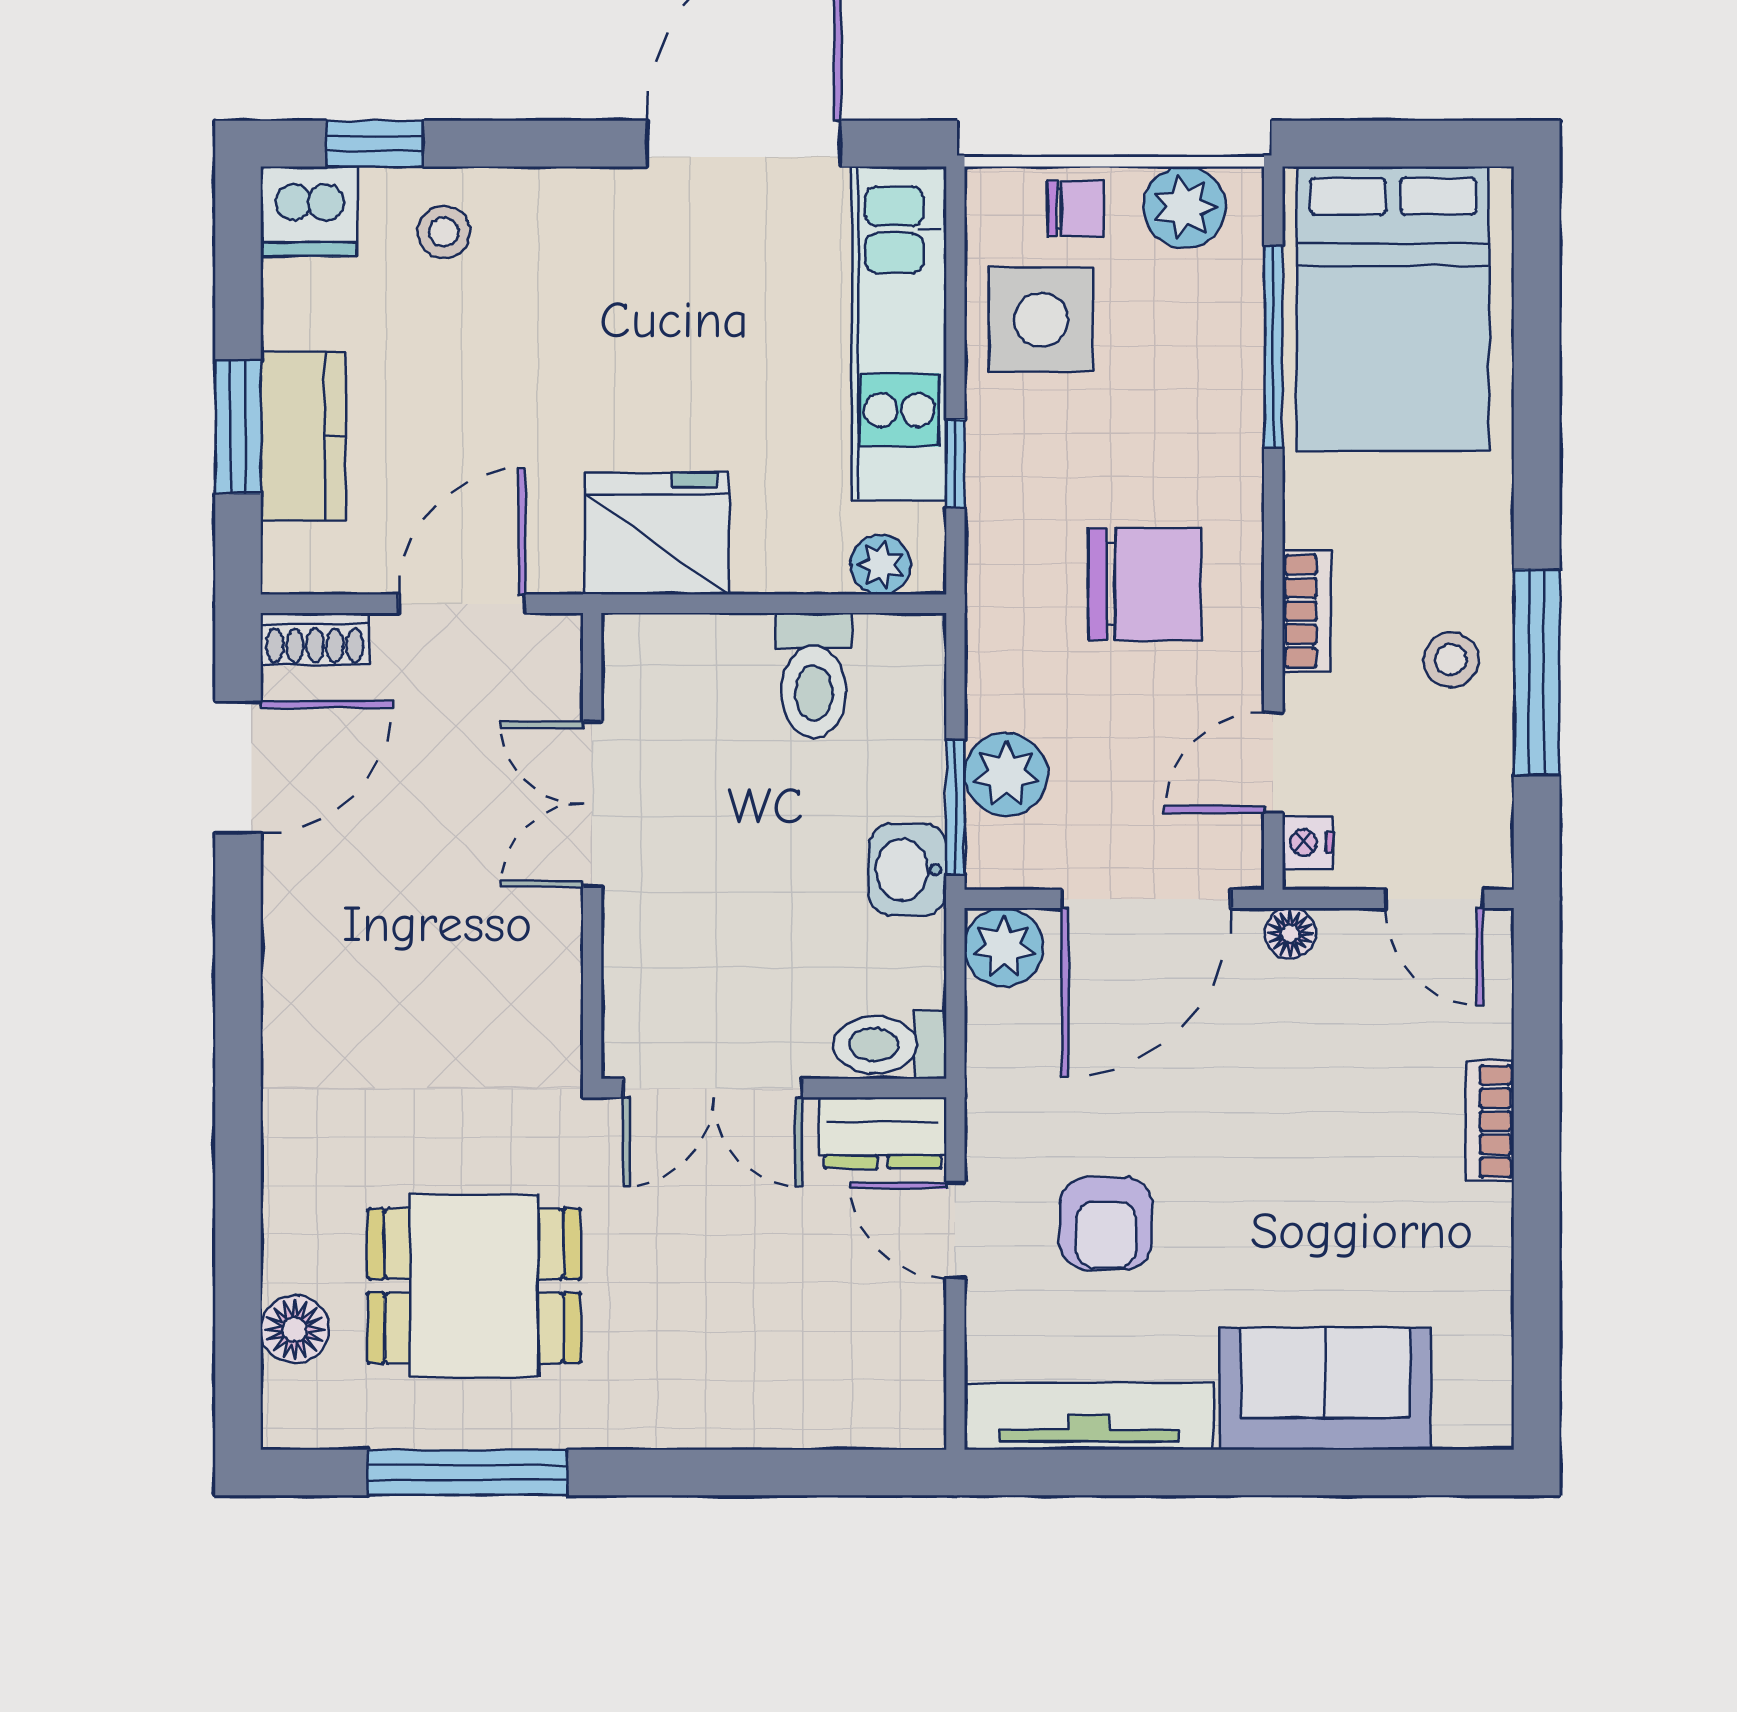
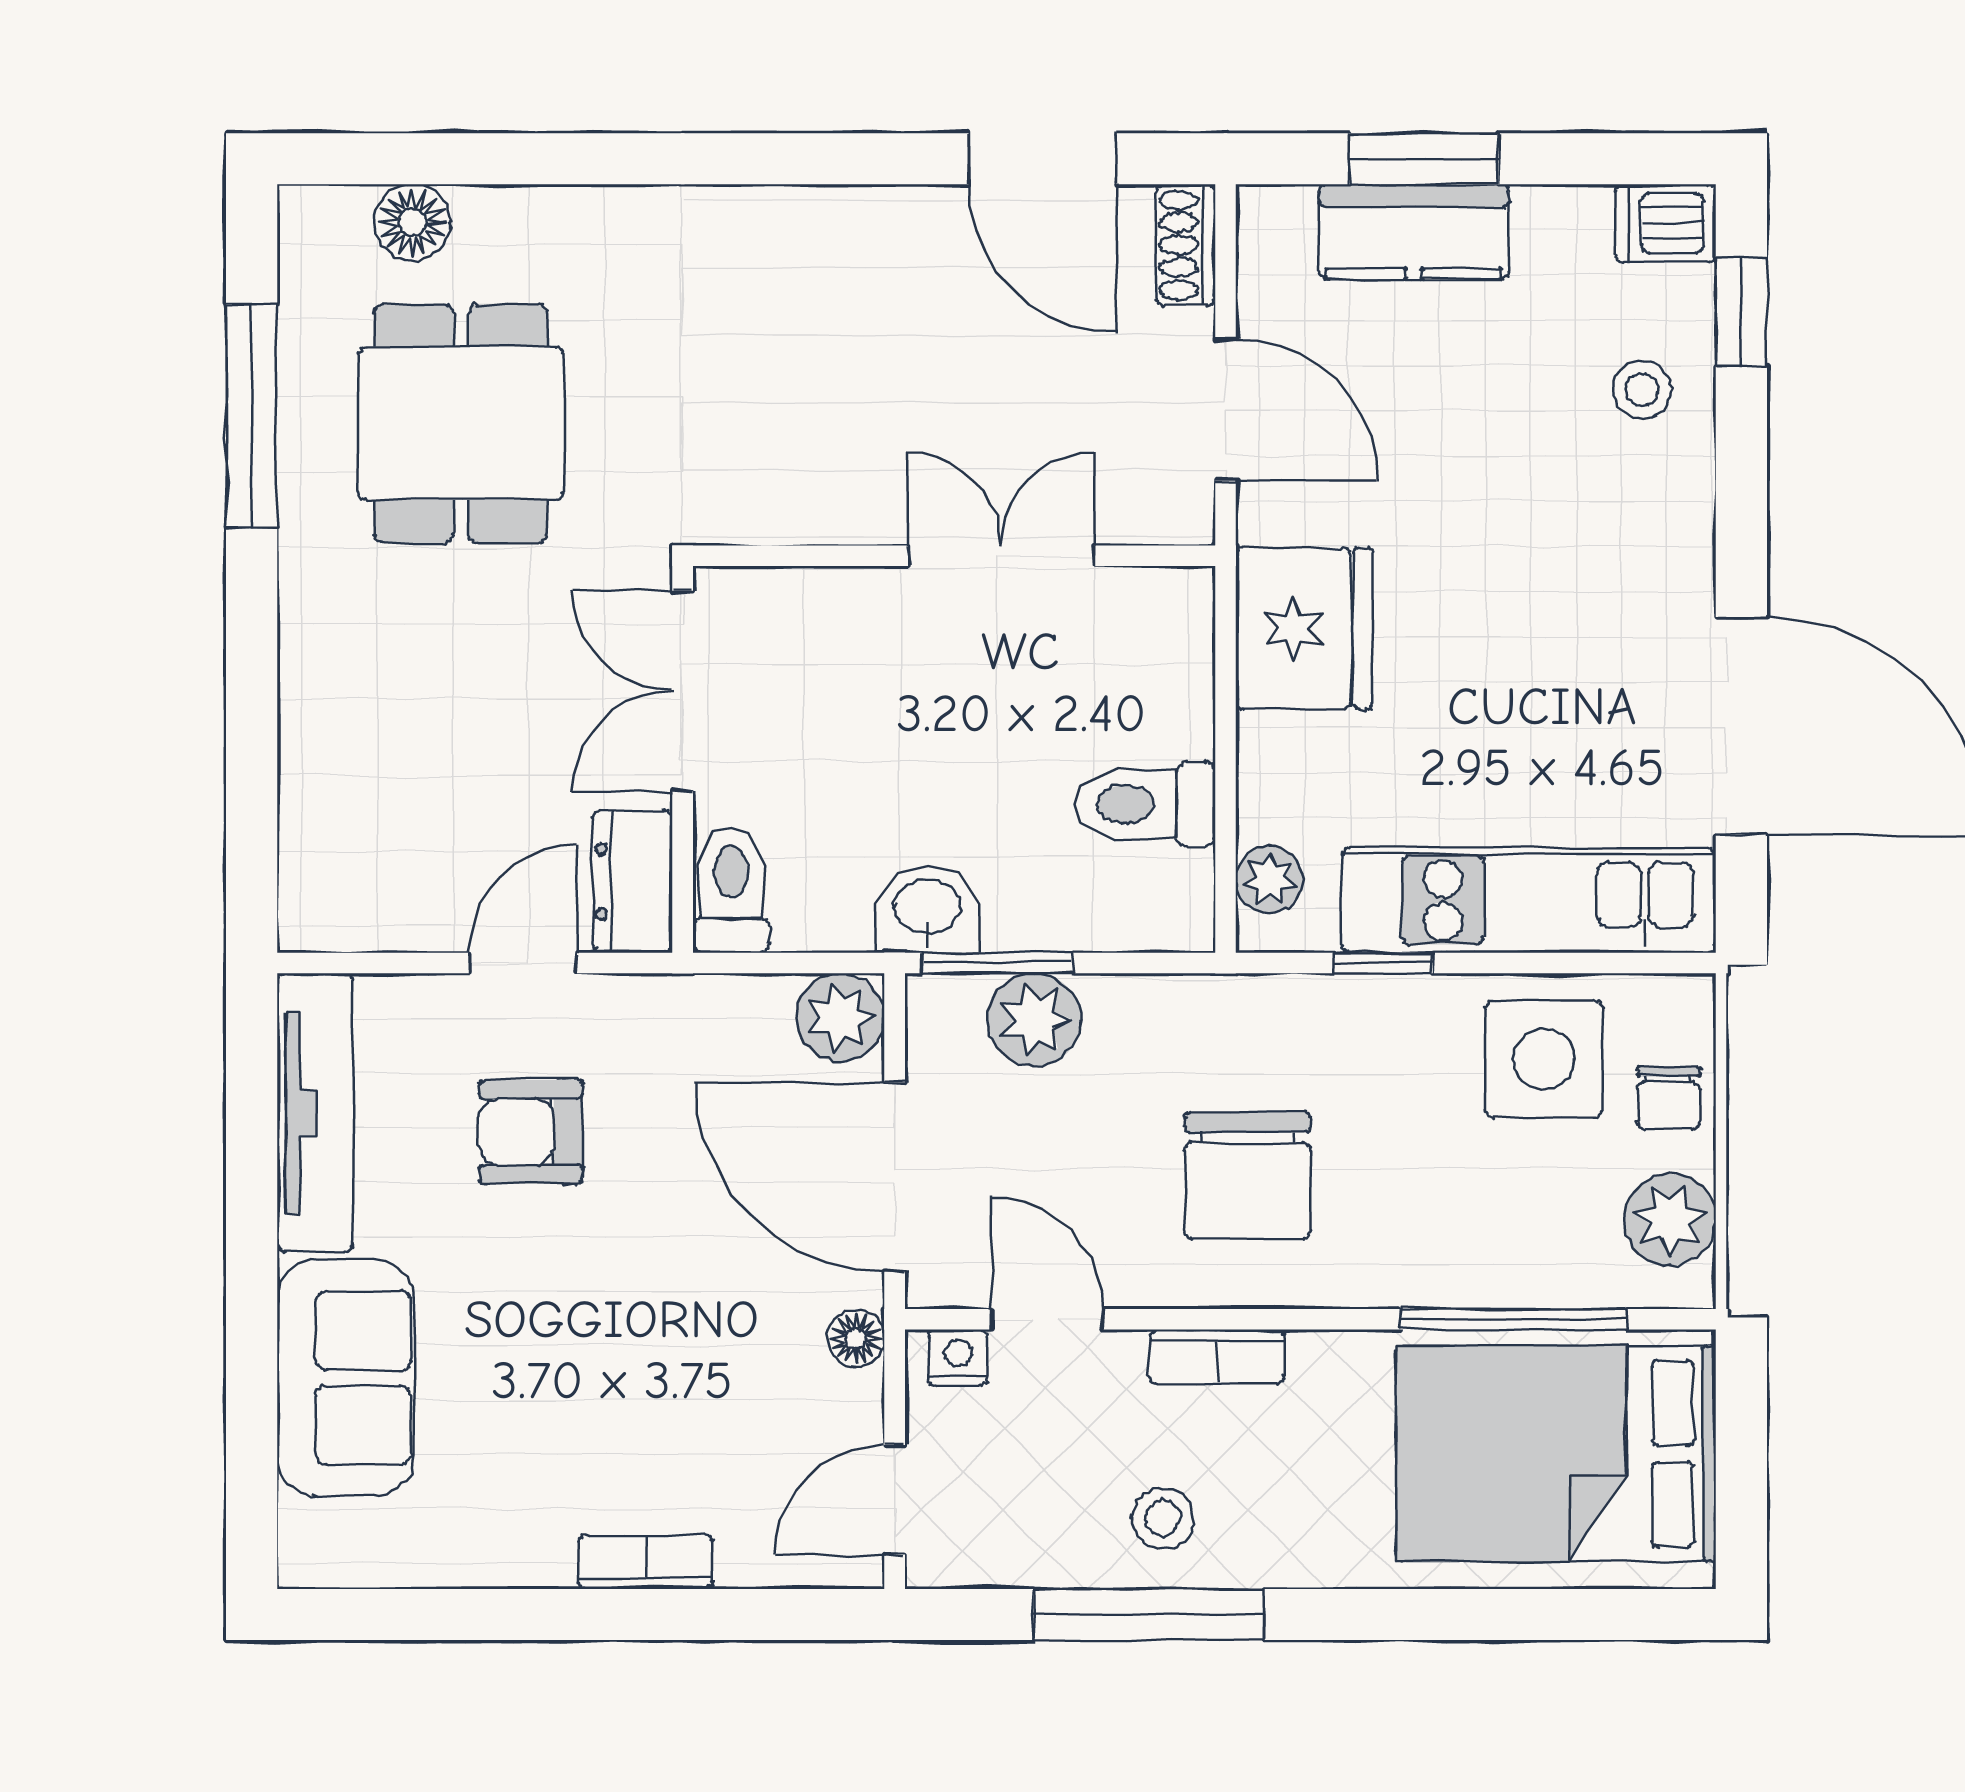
dishwasher: (309, 211) -> (1665, 223), width x0.73

